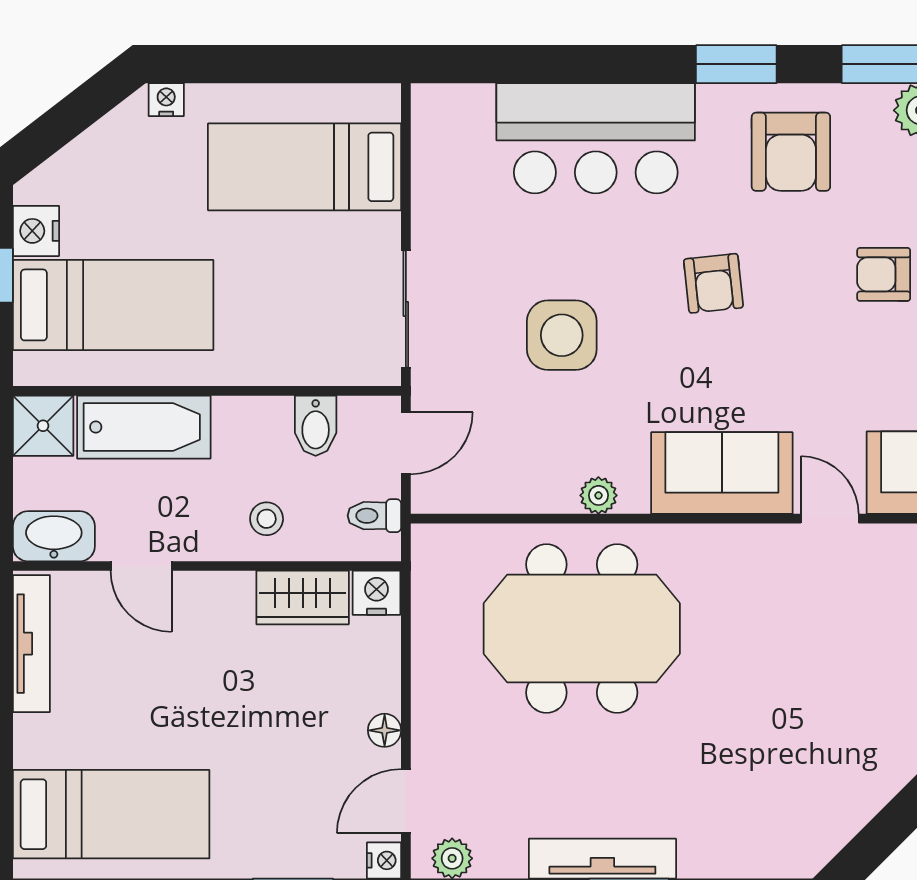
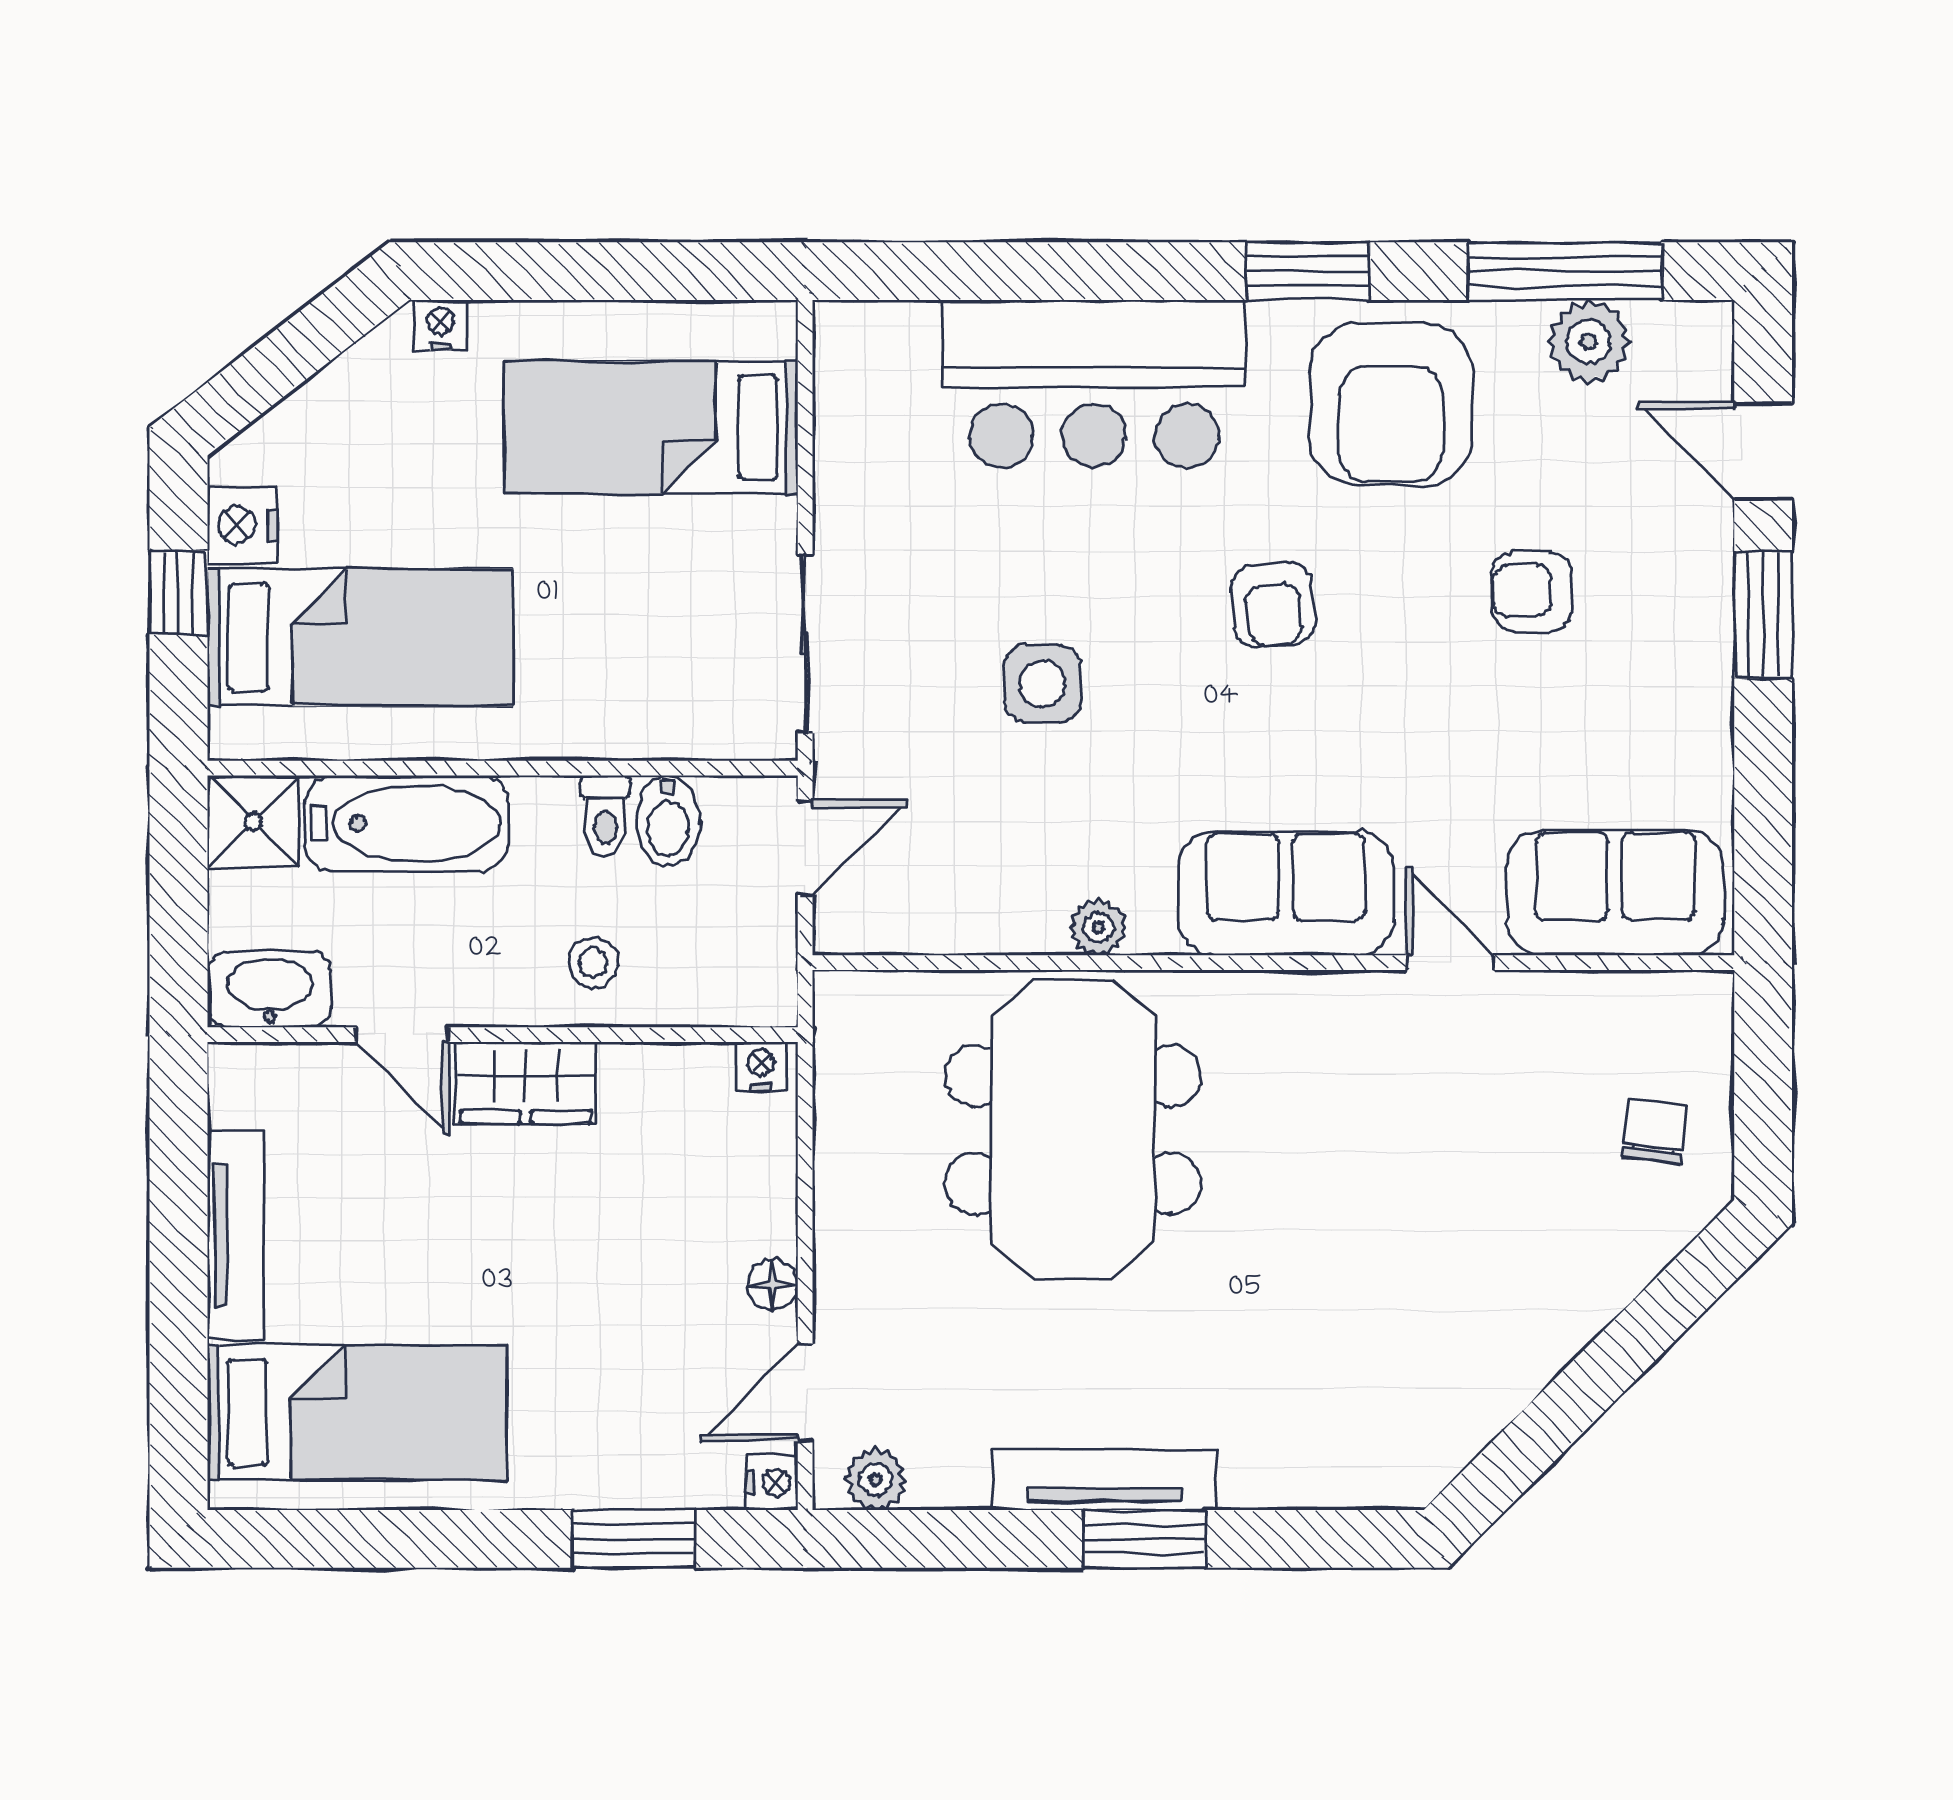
armchair: (791, 152) -> (1391, 405), width x1.36, depth x1.36
side table: (562, 335) -> (1042, 684), width x0.73, depth x0.73
toilet: (374, 516) -> (605, 816), moved, turned -90
nightstand: (377, 593) -> (761, 1067), width x0.72, depth x0.74
wardrobe: (303, 598) -> (526, 1083), moved
meeting table: (582, 628) -> (1073, 1130), turned 90
tv unit: (31, 644) -> (235, 1235), moved

